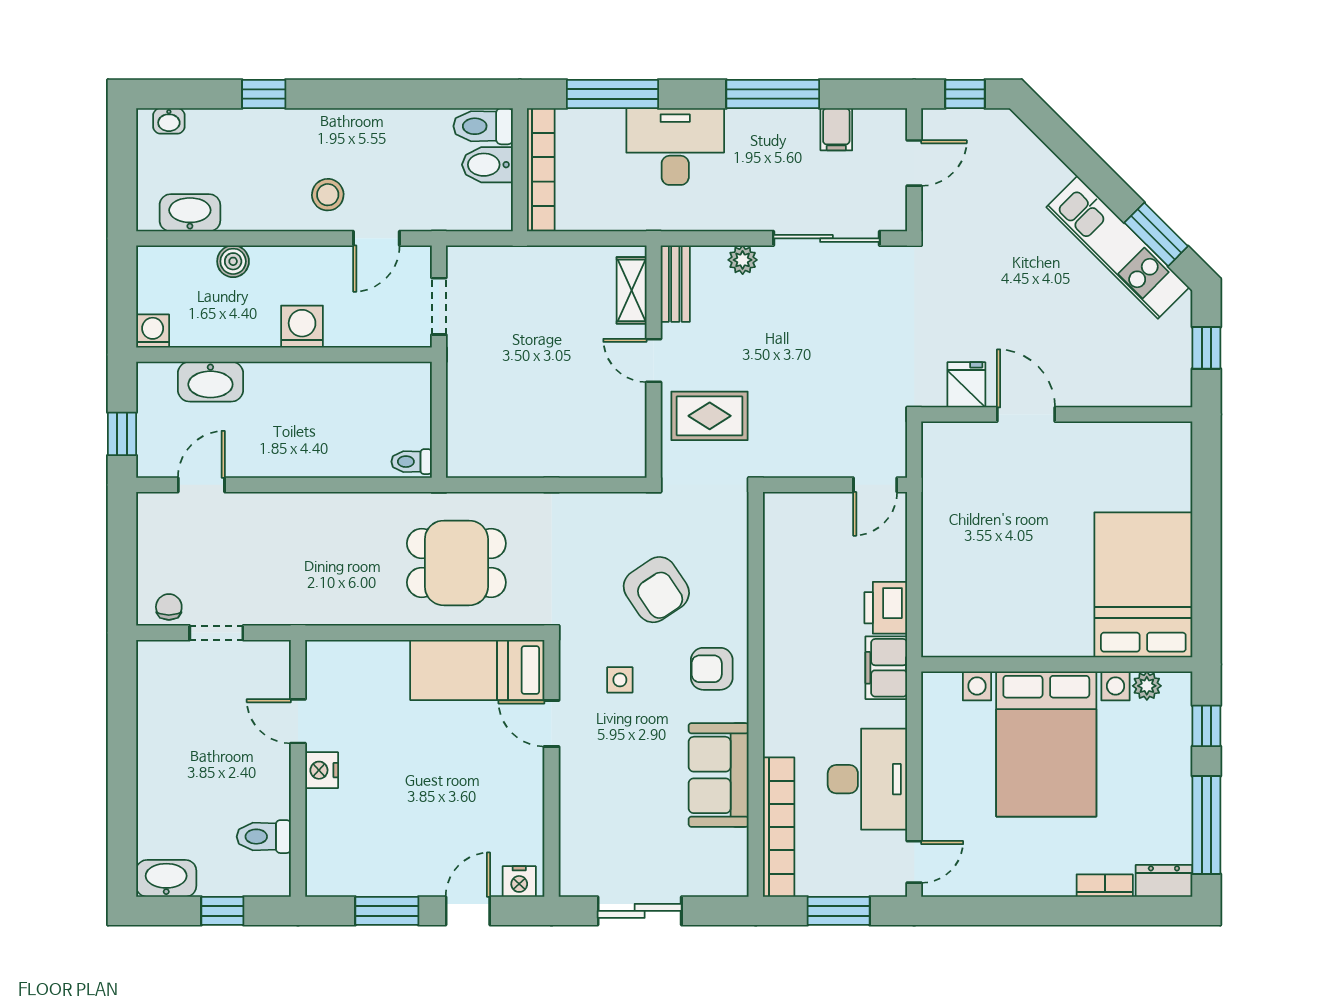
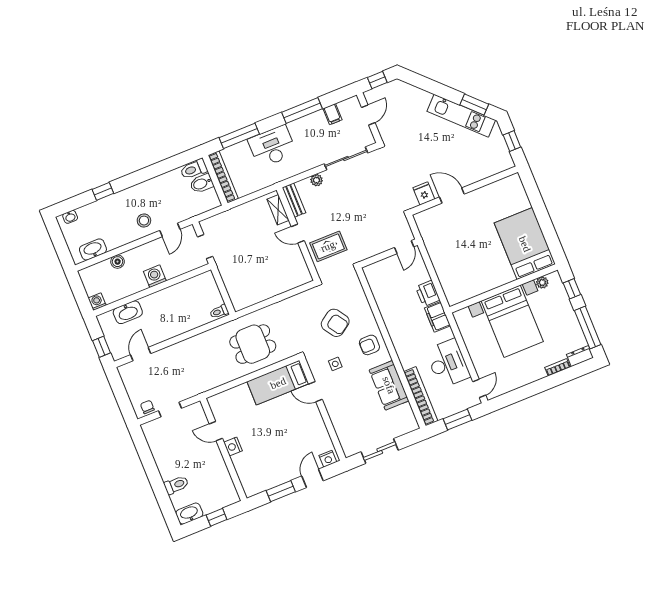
toilet: (264, 837) -> (176, 485), moved, turned 180

